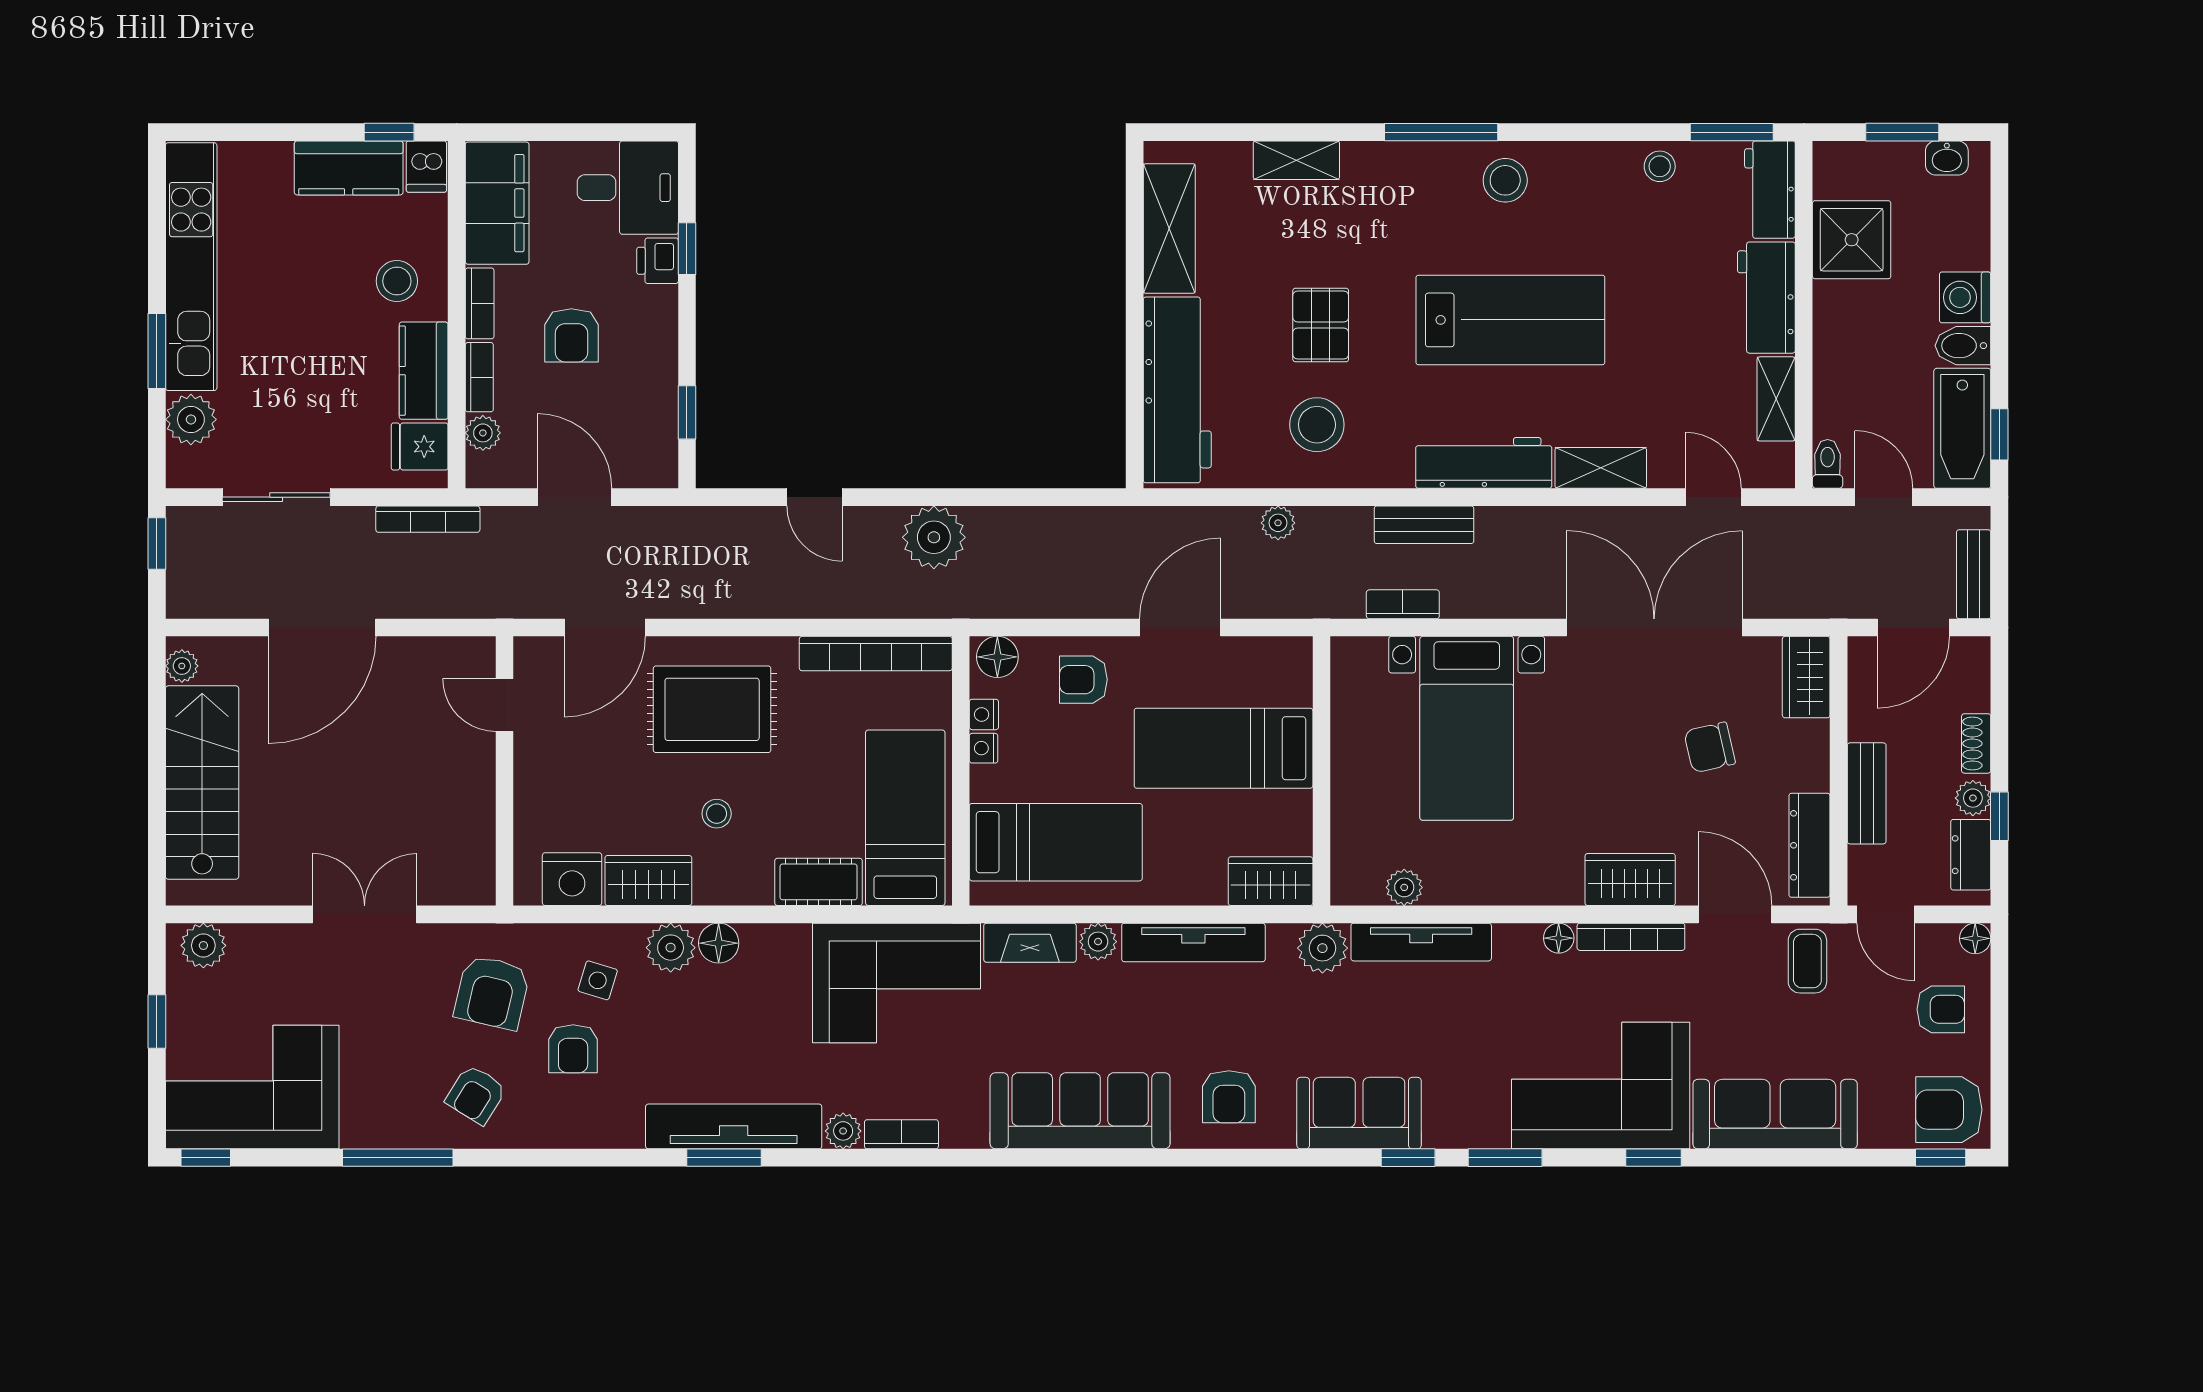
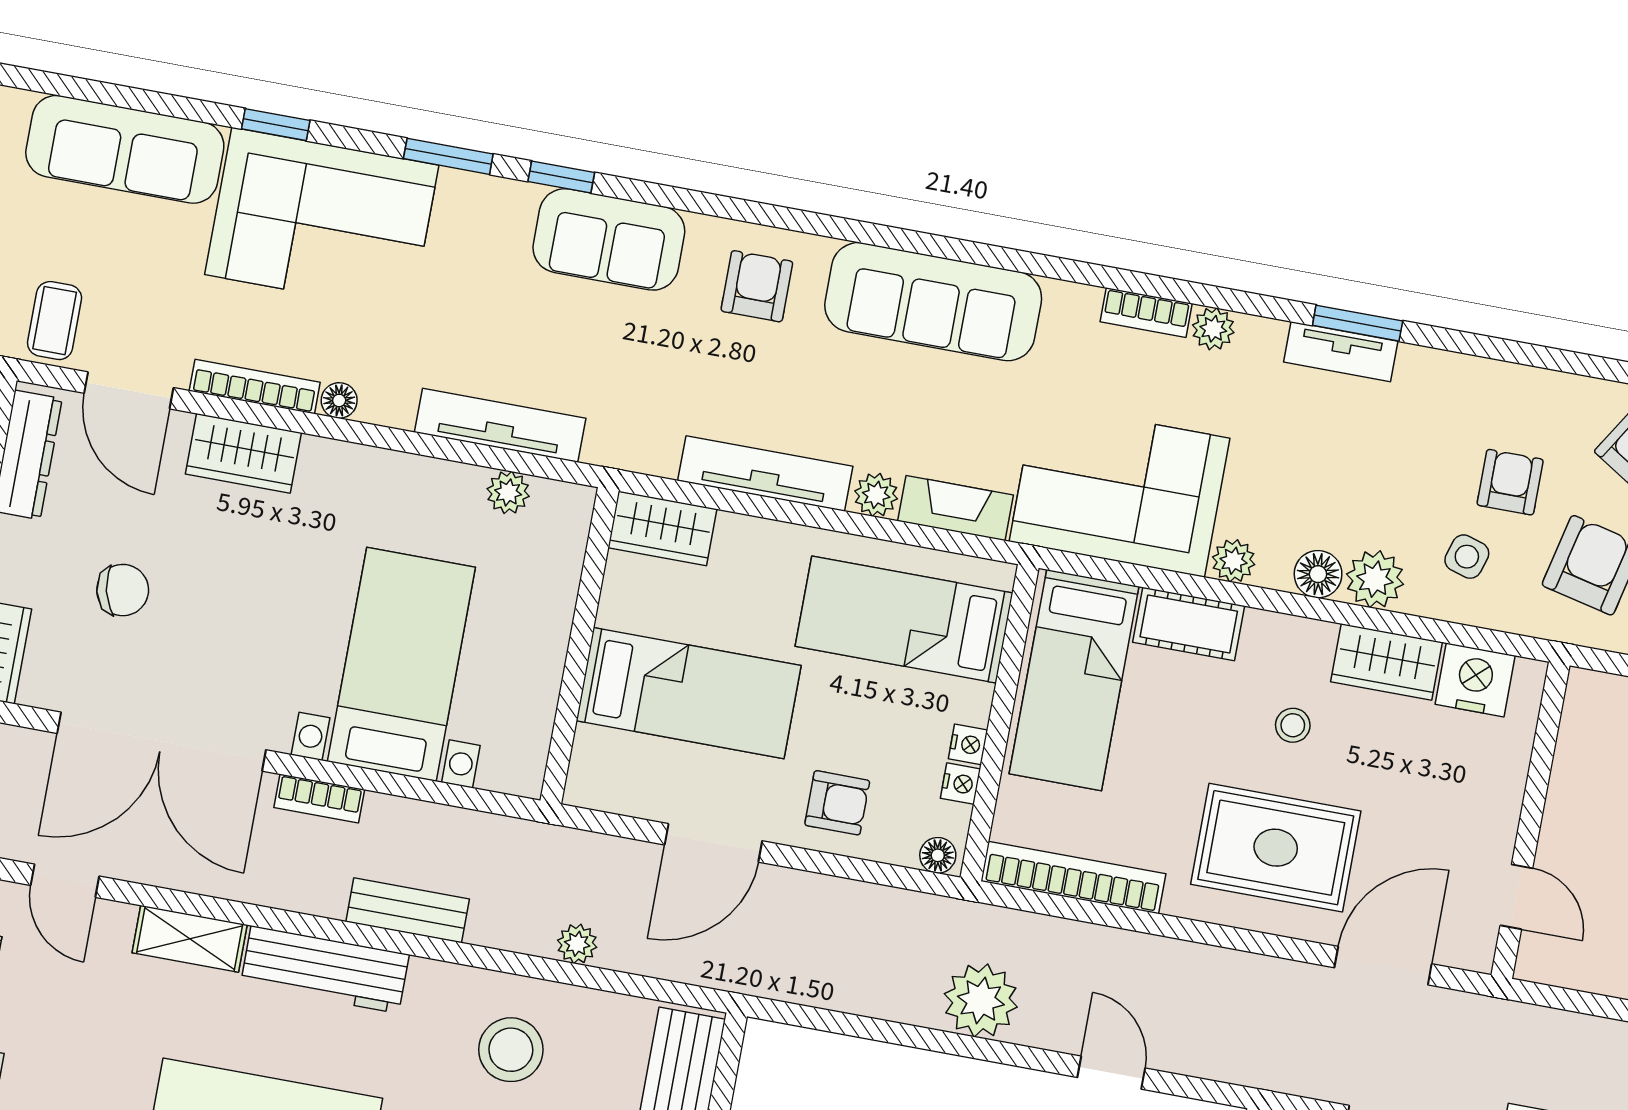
bookcase: (1403, 604) -> (319, 798), moved
floor lamp: (997, 657) -> (938, 855), width x0.73, depth x0.73
plant: (1322, 948) -> (1234, 561), moved, width x0.73, depth x0.73
tv unit: (734, 1126) -> (1341, 352), width x0.52, depth x0.78

